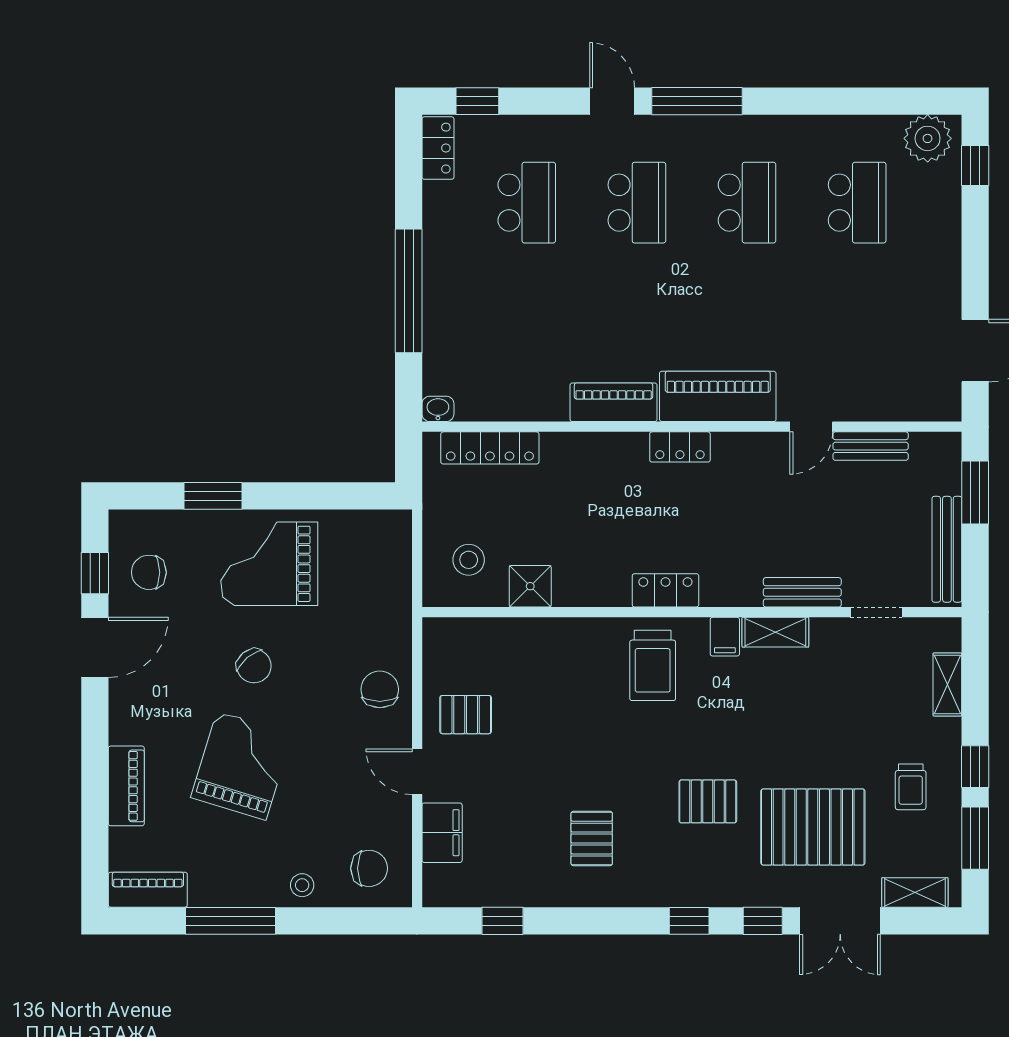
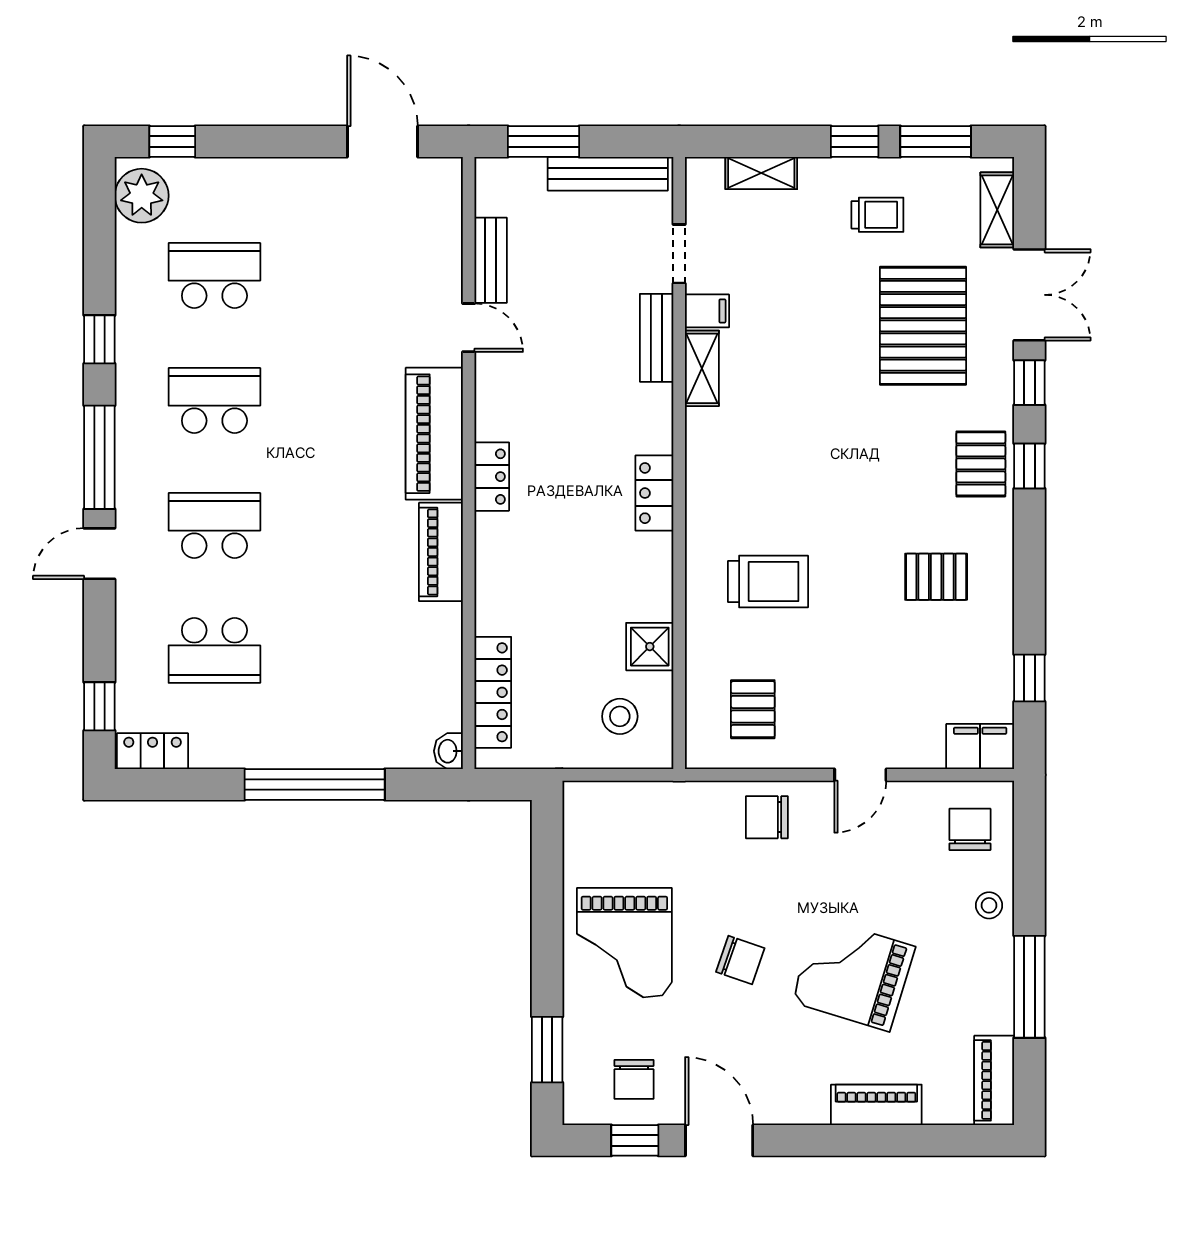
window: (801, 101) -> (99, 339), added
school desk: (527, 203) -> (214, 650), turned 180
window: (213, 496) -> (547, 1050), moved
filing cabinet: (725, 637) -> (707, 311), moved
trolley: (653, 665) -> (768, 582), moved
chair: (254, 666) -> (740, 960), turned 59
pallet: (466, 715) -> (753, 709), moved
pallet: (708, 801) -> (981, 464), moved
filing cabinet: (442, 833) -> (980, 747), moved

